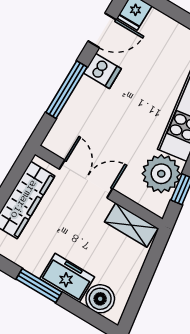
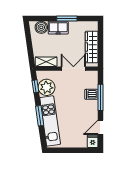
dishwasher: (102, 71) -> (91, 94), moved
double door: (86, 179) -> (73, 69), swing flipped

